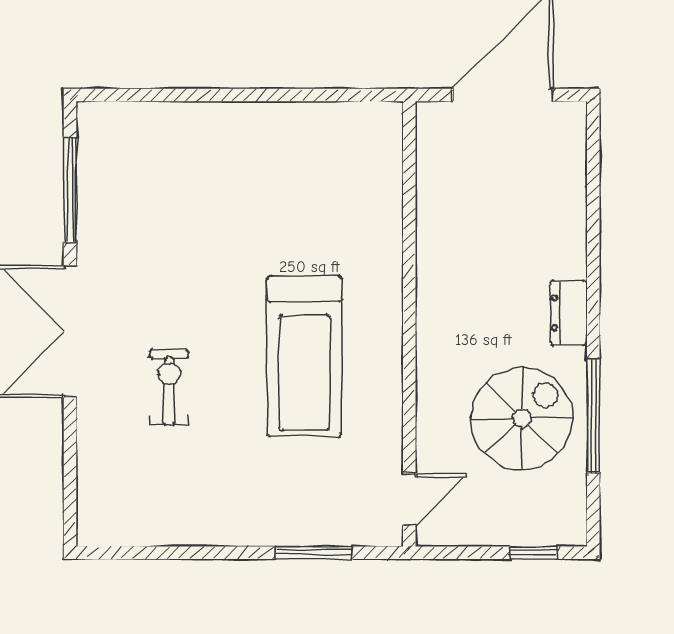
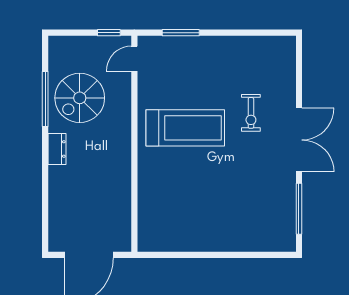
treadmill: (304, 357) -> (185, 128), turned 90
window: (533, 553) -> (109, 33), moved

